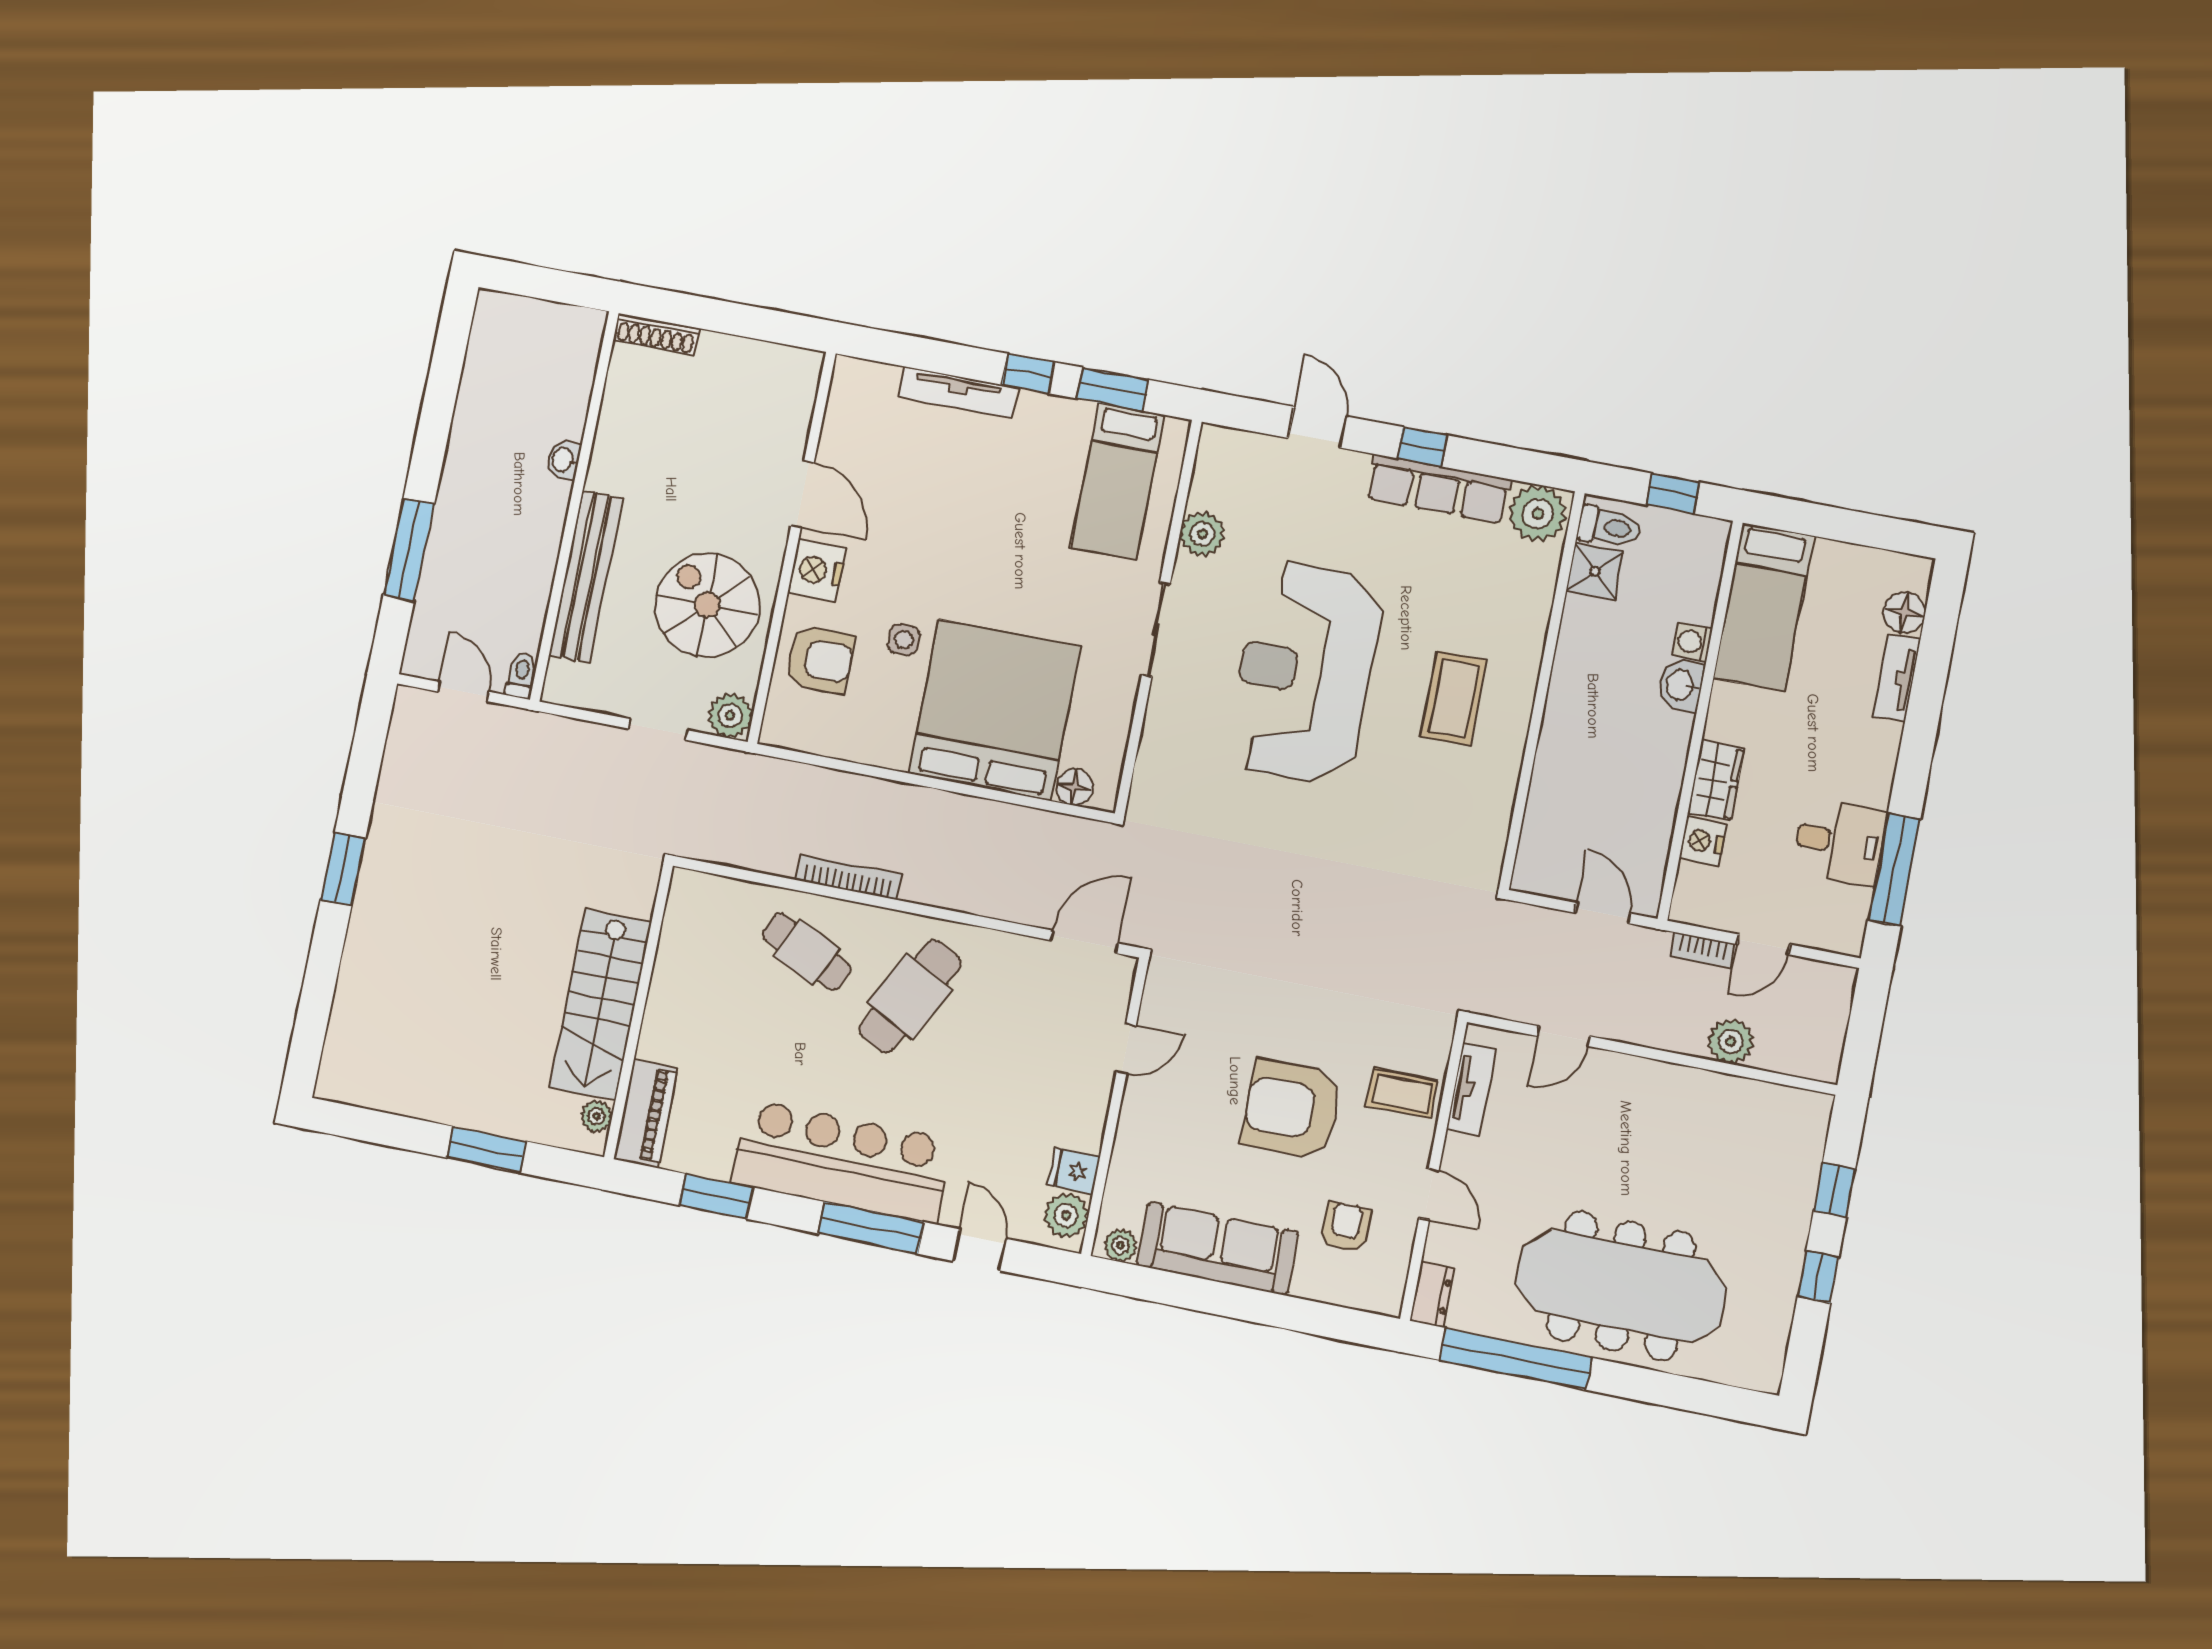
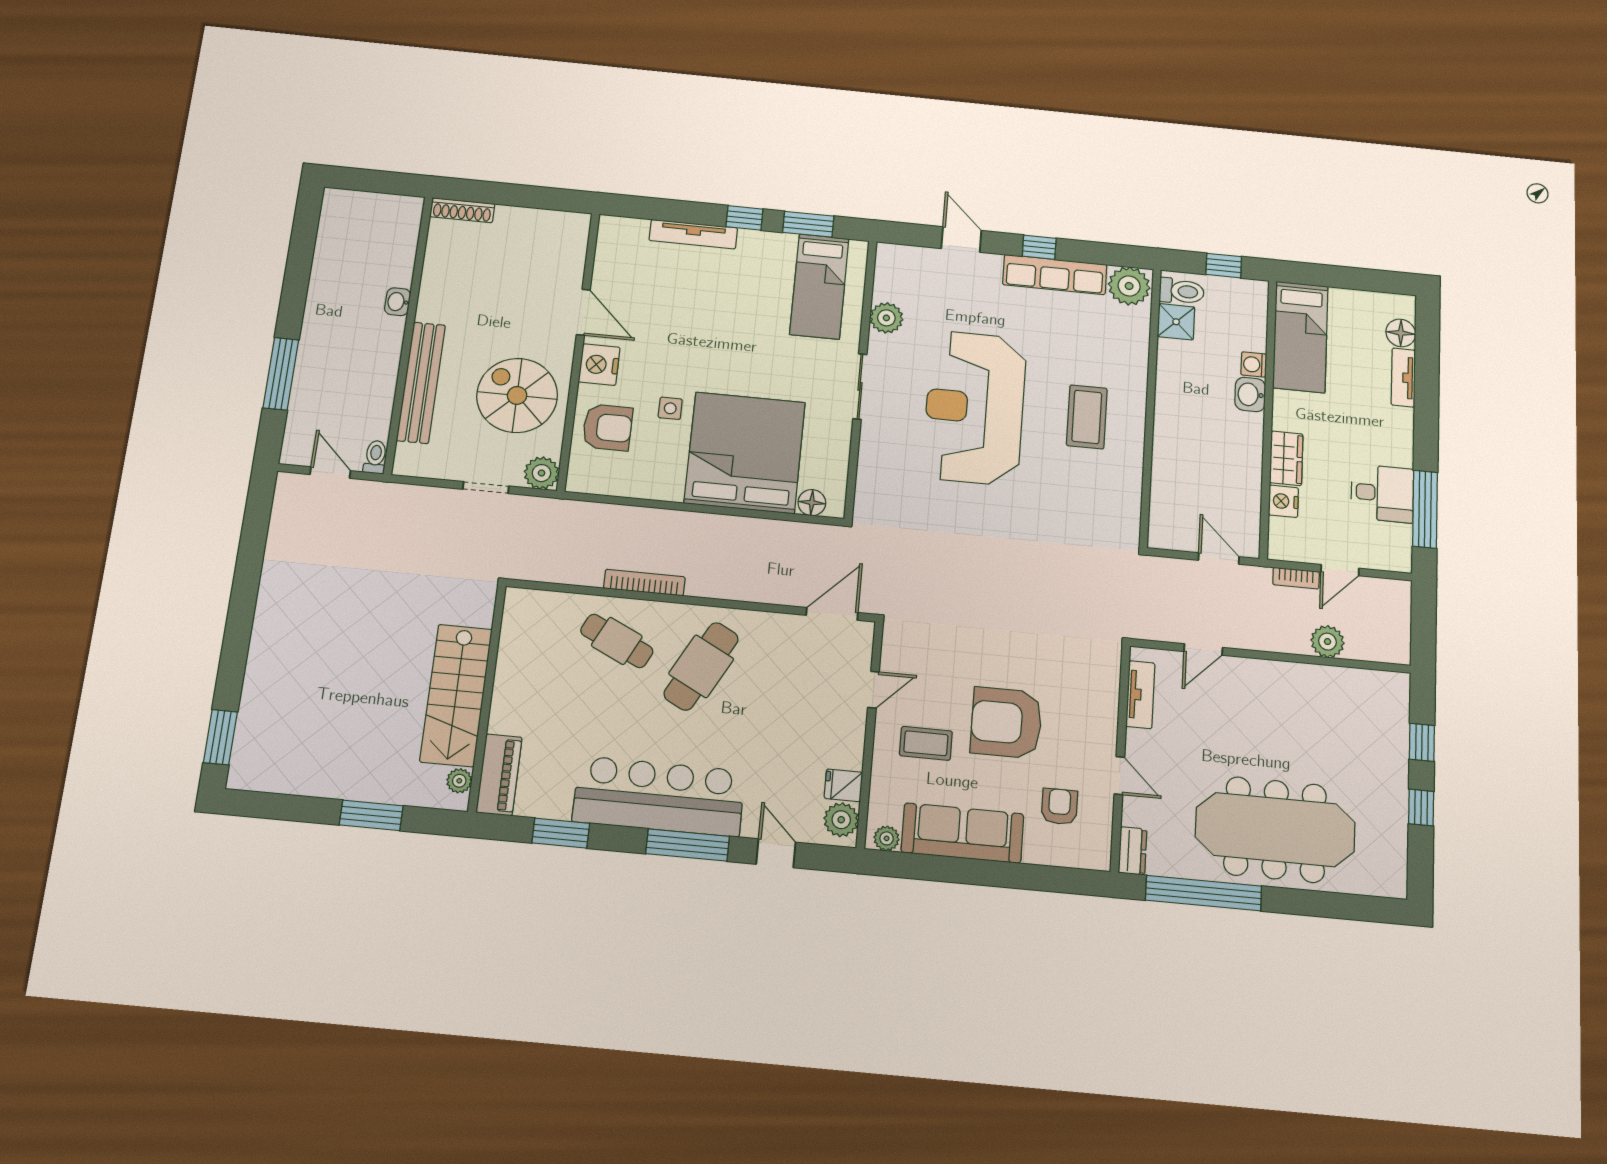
window: (343, 869) -> (220, 737), moved
coffee table: (1402, 1093) -> (926, 743), moved

